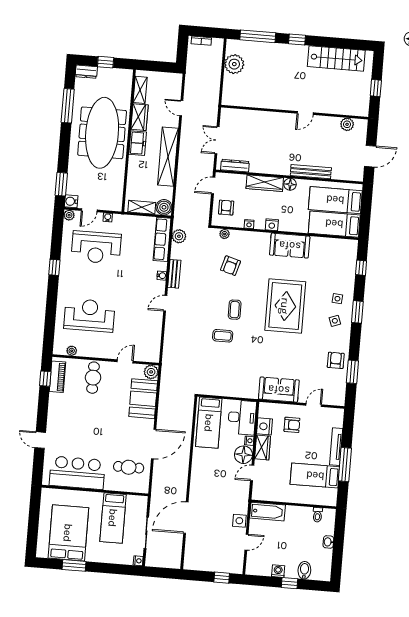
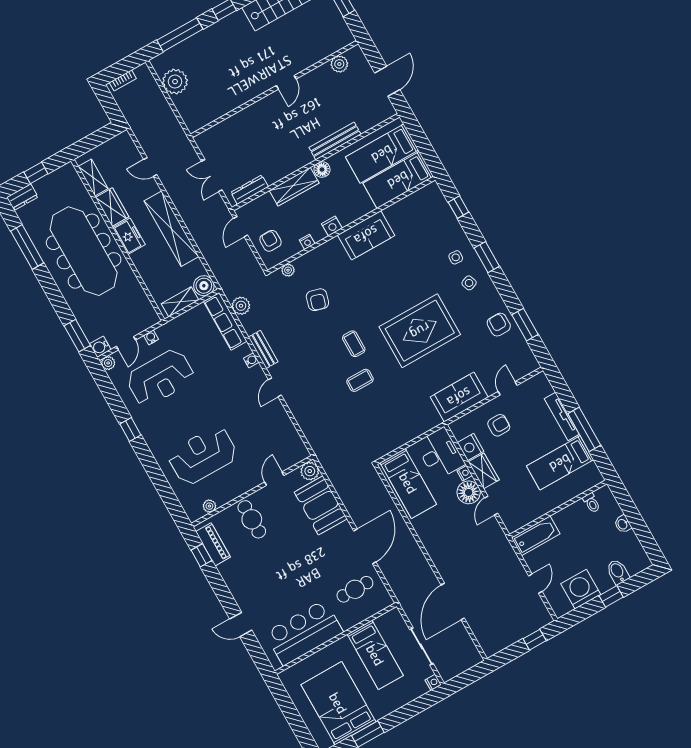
rug: (285, 306) -> (420, 331), moved, turned 90
side table: (239, 521) -> (512, 566), removed
washing machine: (278, 571) -> (581, 589), width x1.89, depth x1.89

